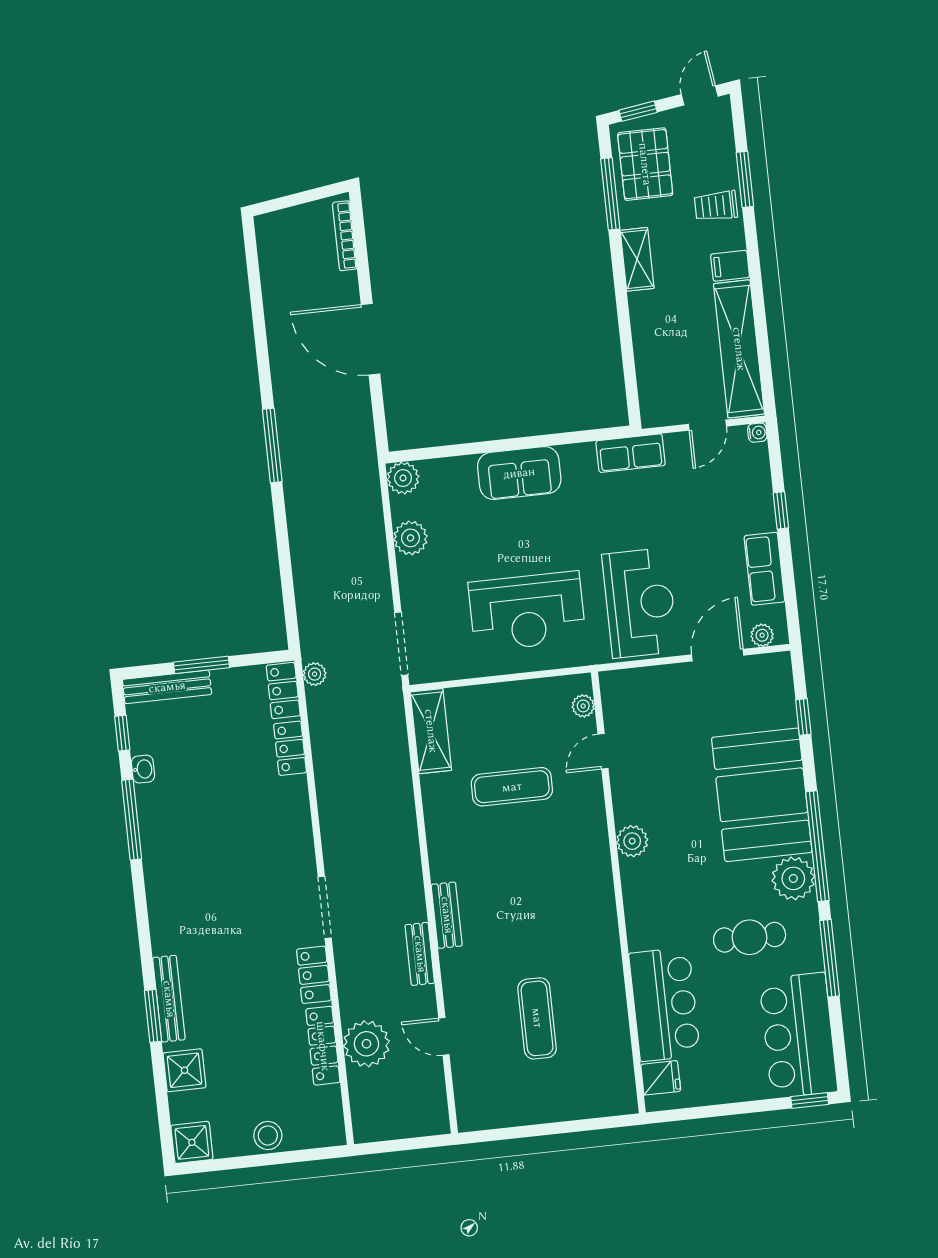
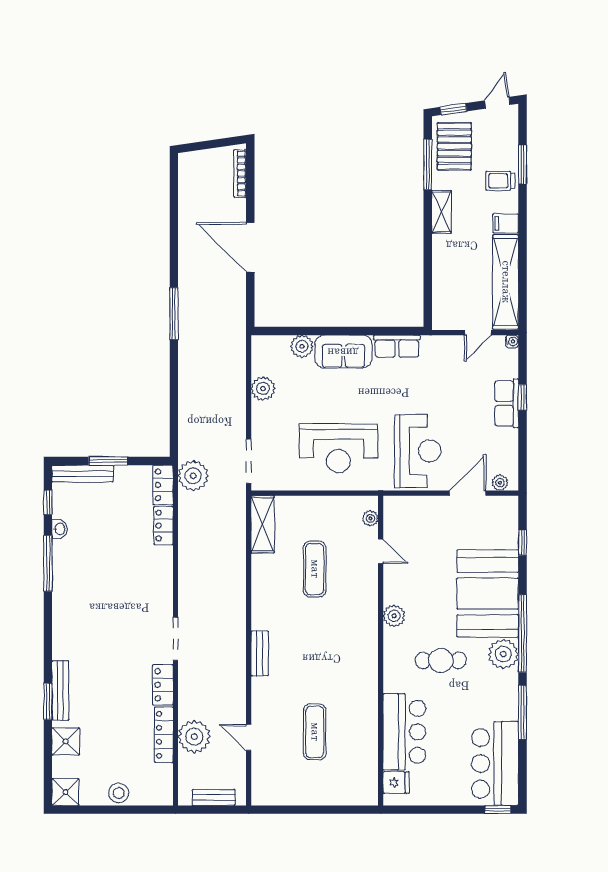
row of seats: (631, 453) -> (397, 346), moved
plant: (403, 478) -> (302, 346), moved
row of seats: (764, 569) -> (507, 403), moved
plant: (315, 674) -> (193, 476), width x1.88, depth x1.88
door: (603, 751) -> (381, 551), swing flipped
exercise mat: (512, 787) -> (315, 569), turned 90
cafe table: (750, 937) -> (441, 660), moved
bench: (420, 954) -> (214, 797), moved, turned 90

